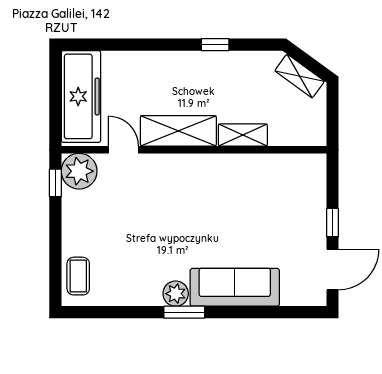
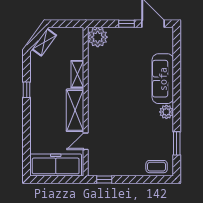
plant: (79, 171) -> (98, 37), moved
window: (184, 312) -> (177, 143), moved

